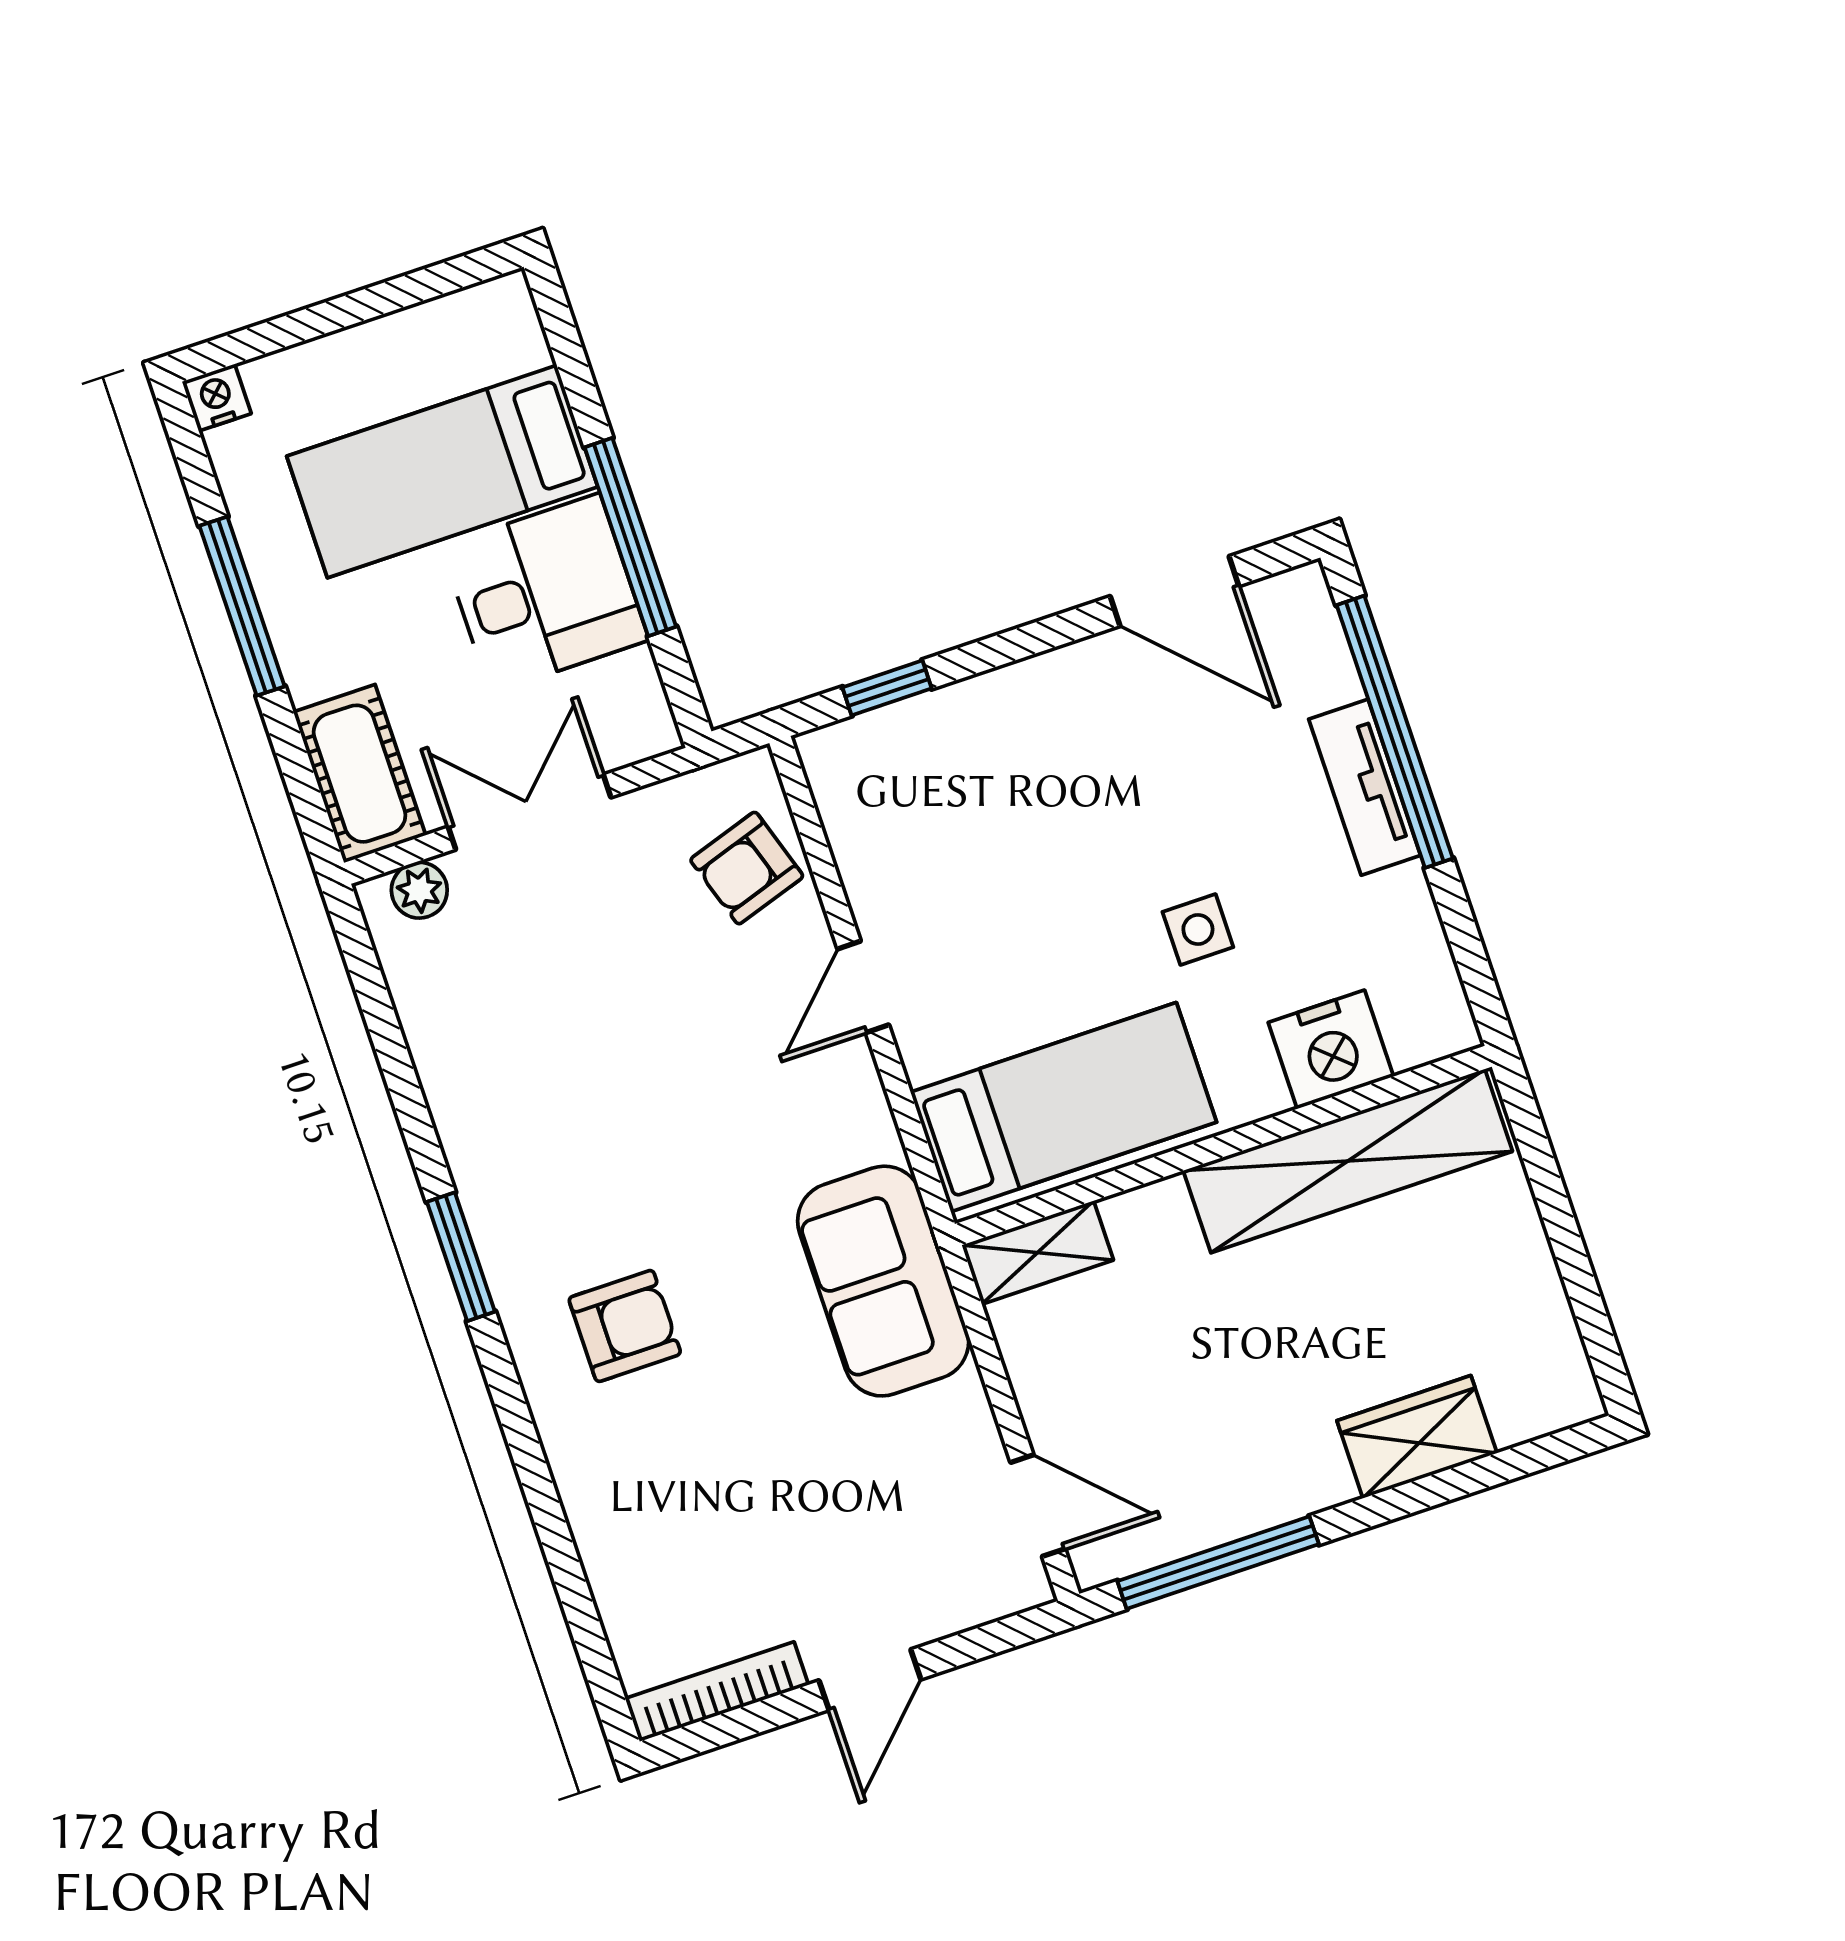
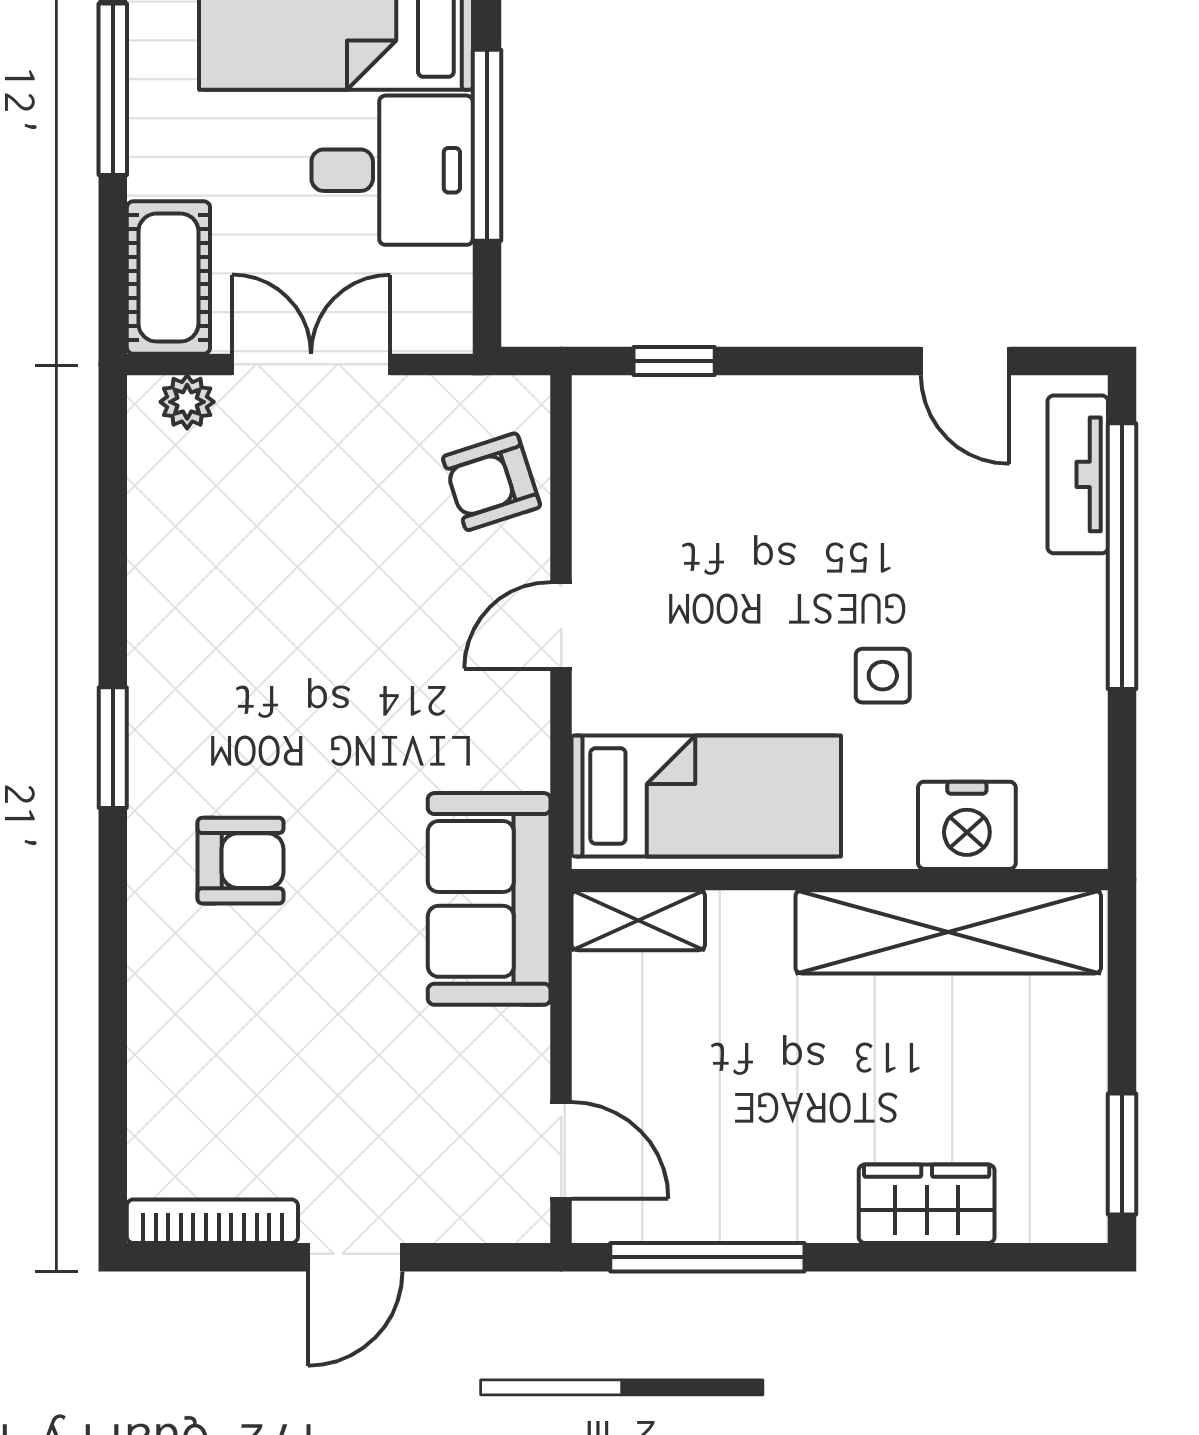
door: (1175, 591) -> (965, 361), width x0.73
tv unit: (1365, 787) -> (1078, 474), moved
window: (1594, 1323) -> (1122, 1154), added

